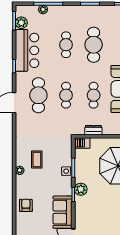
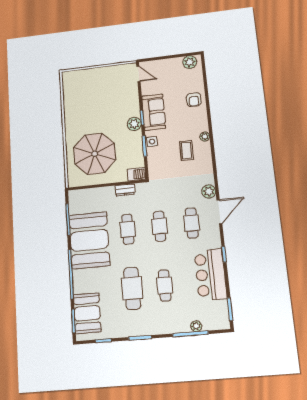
plant: (21, 23) -> (209, 191), moved
cafe table: (38, 95) -> (192, 223), width x0.73, depth x0.74
sofa: (63, 212) -> (154, 112), moved

